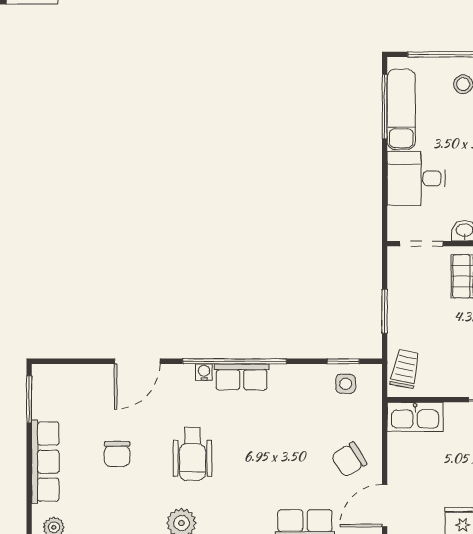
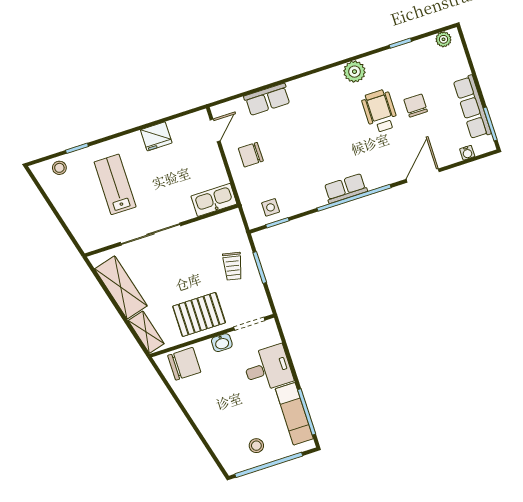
trolley: (405, 369) -> (233, 266), moved
water cooler: (204, 372) -> (467, 153), moved
wheelchair: (193, 454) -> (380, 111), moved
chair: (349, 460) -> (251, 155), turned -148
row of seats: (45, 462) -> (472, 107), moved
door: (385, 506) -> (215, 130), width x0.73

